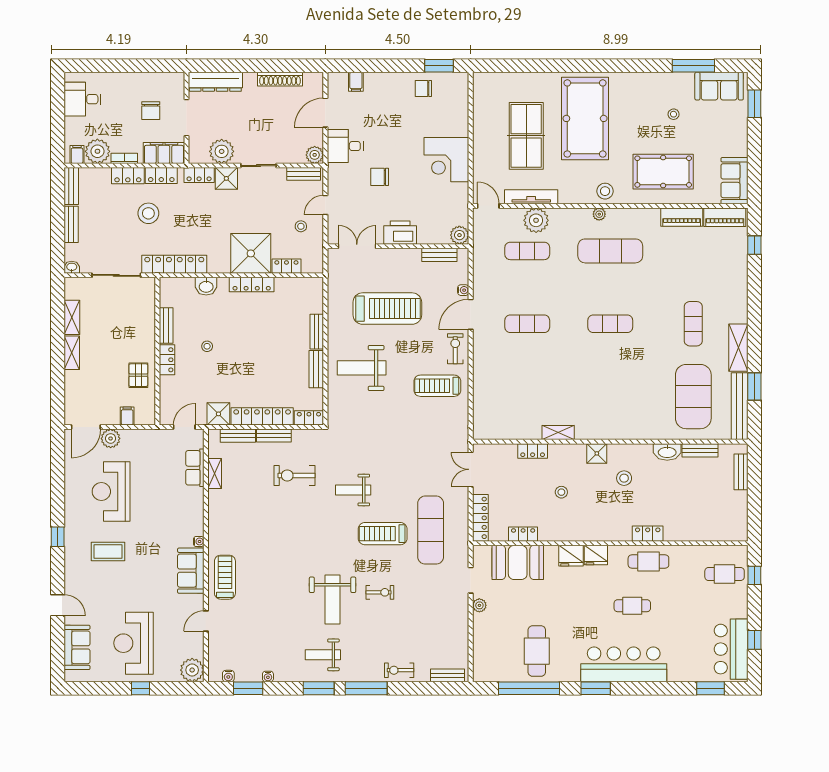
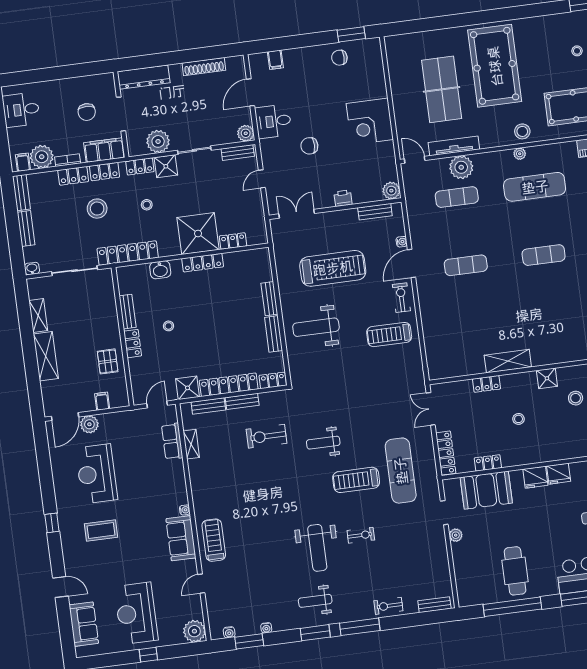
stool: (301, 226) -> (147, 205), moved
printer: (400, 233) -> (343, 198), width x0.53, depth x0.68
shelving: (72, 353) -> (46, 356), width x1.50, depth x1.33
shelving: (558, 432) -> (508, 361), width x1.50, depth x1.33

